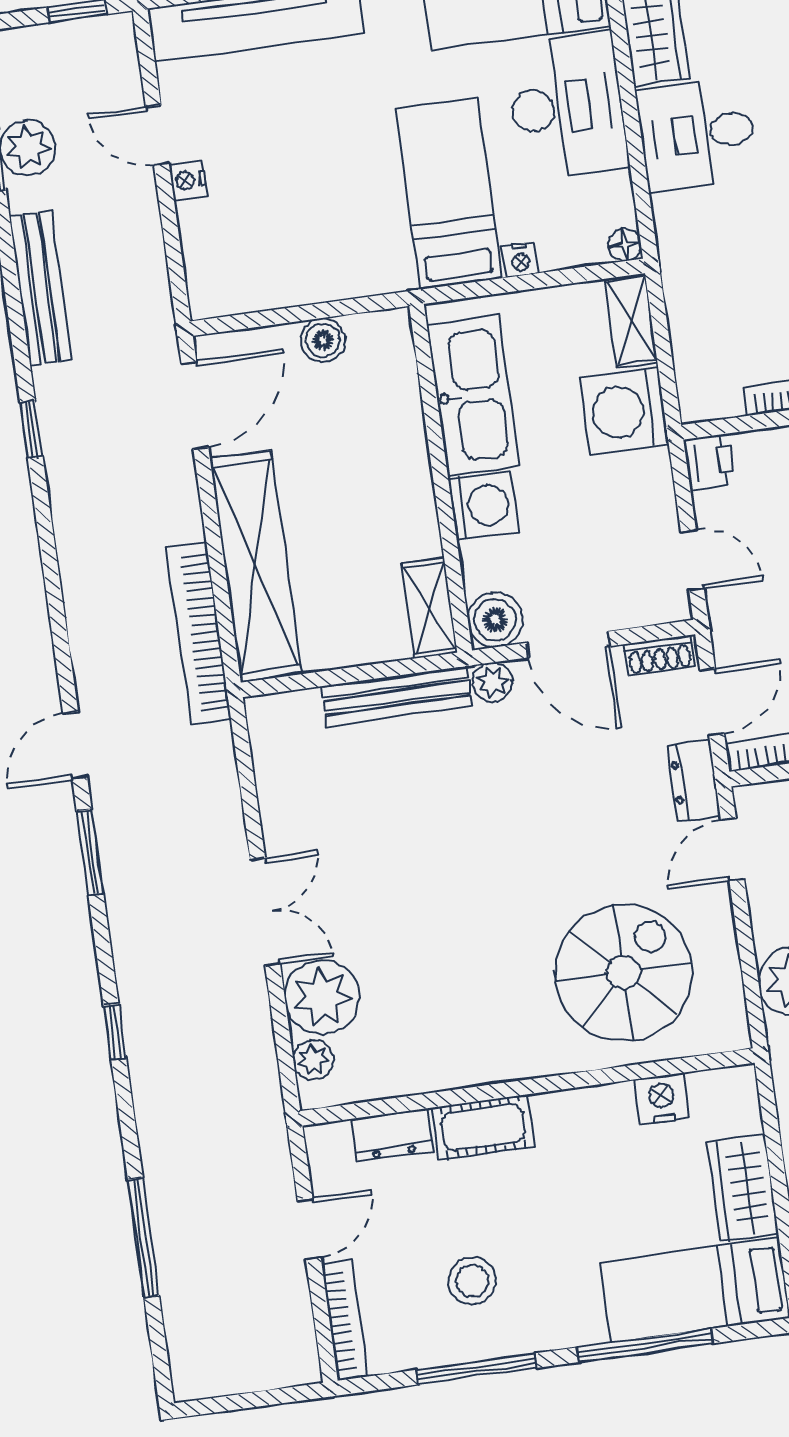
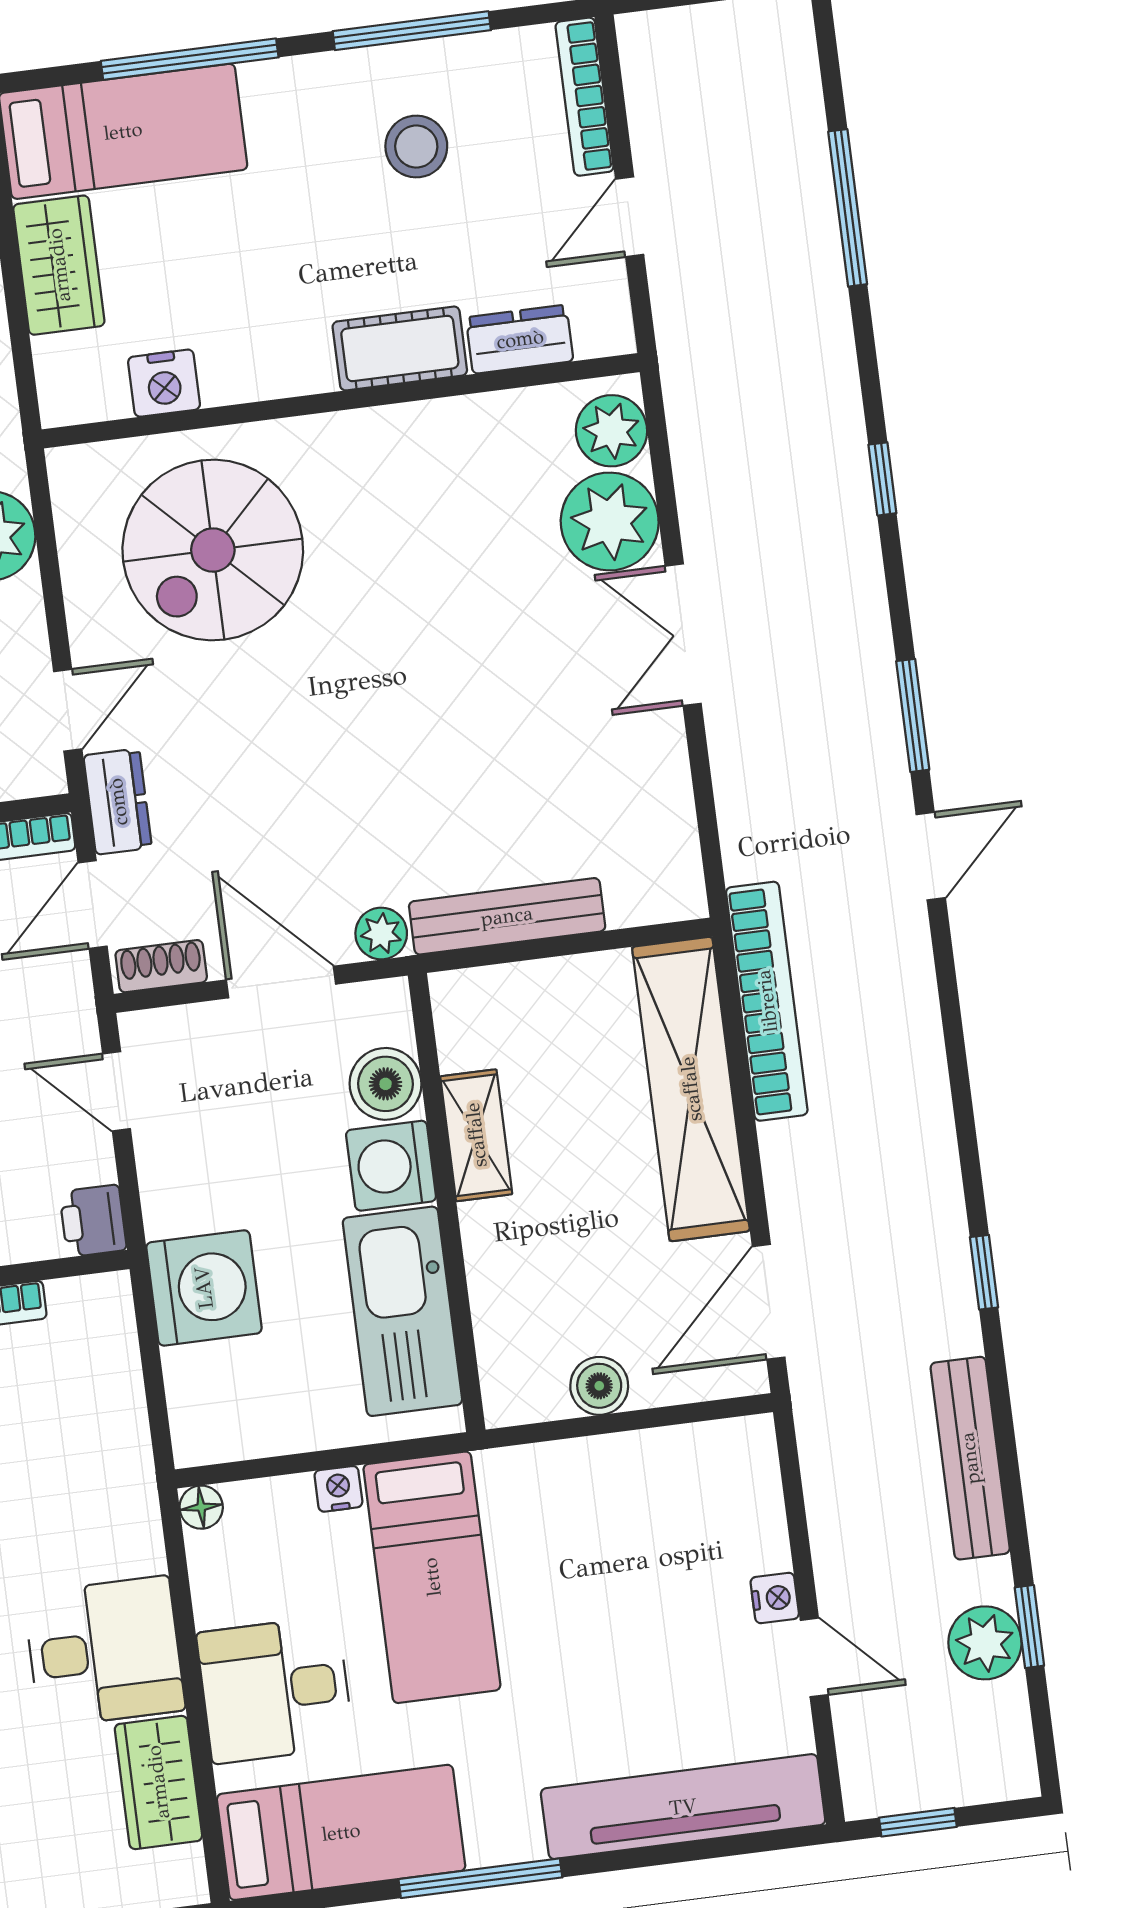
desk: (567, 106) -> (275, 1690), width x0.73
shelving: (631, 321) -> (194, 1407), removed
shelving: (429, 608) -> (476, 1135), moved
boiler: (495, 620) -> (386, 1084), moved
plant: (313, 1060) -> (611, 431), width x1.38, depth x1.38

